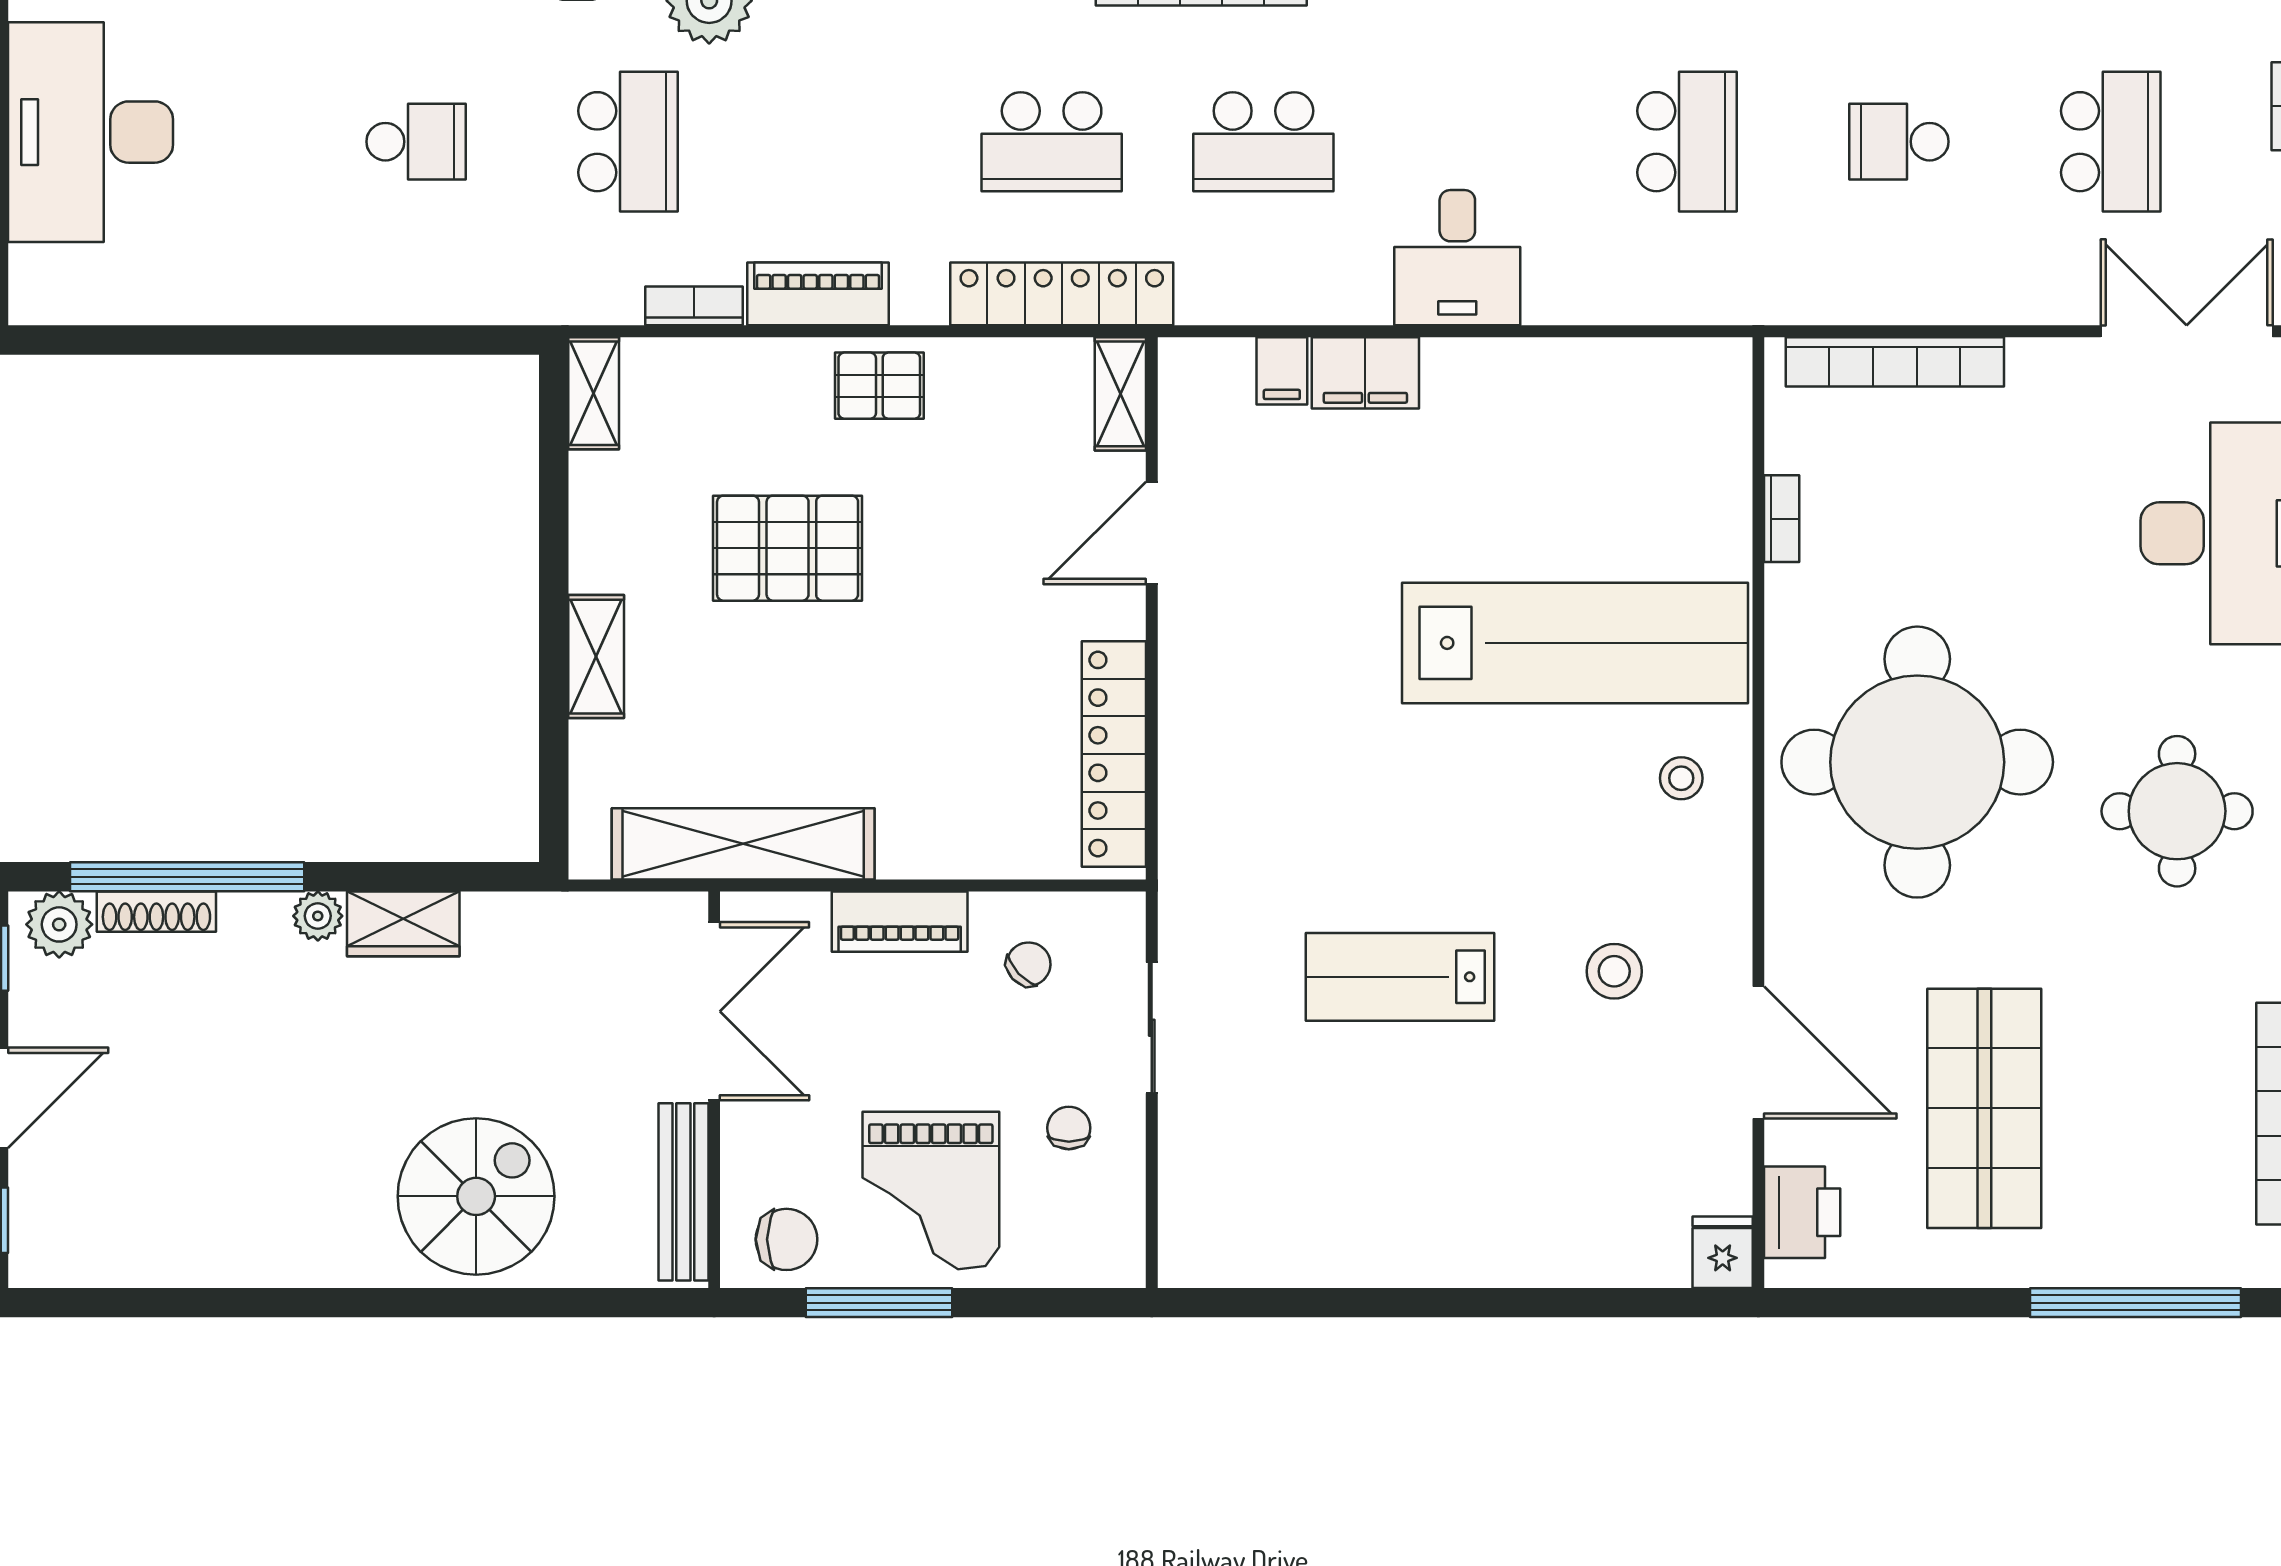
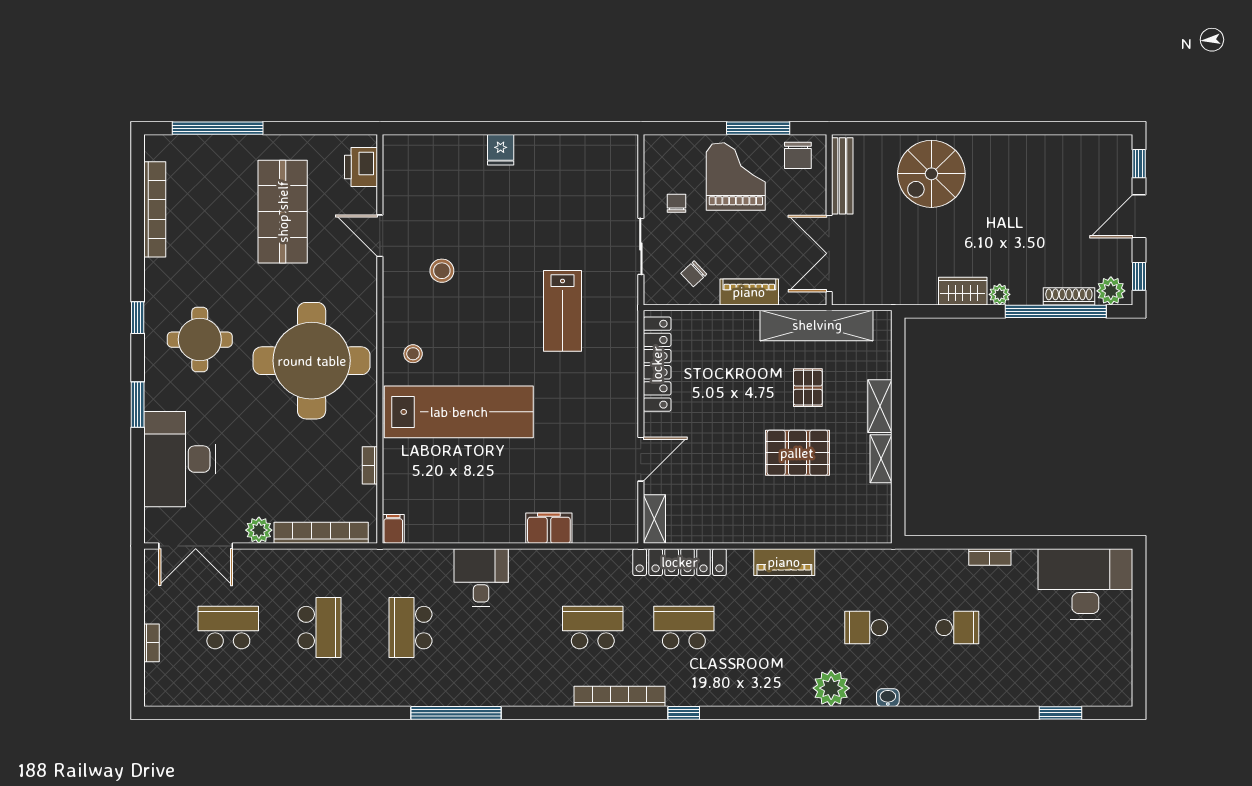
desk: (91, 132) -> (1085, 584), moved, turned -90
school desk: (416, 142) -> (957, 628), turned 180
school desk: (628, 142) -> (866, 628), width x0.54
school desk: (1899, 142) -> (319, 628), width x1.85
school desk: (2111, 142) -> (228, 628), turned 90
desk: (1457, 258) -> (481, 578), moved
bookcase: (694, 306) -> (990, 557), moved
plant: (2040, 368) -> (259, 530), added
filing cabinet: (1282, 371) -> (393, 529), moved
pallet: (879, 386) -> (808, 388), moved, turned 90
shelving: (594, 393) -> (881, 459), moved
lab bench: (1575, 643) -> (459, 412), turned 180
lab bench: (1400, 977) -> (562, 311), moved, turned 90
door: (1758, 1052) -> (380, 236), width x0.73
chair: (1069, 1128) -> (676, 203), turned 180
chair: (786, 1239) -> (798, 155), turned -90
fridge: (1723, 1252) -> (501, 150), moved

